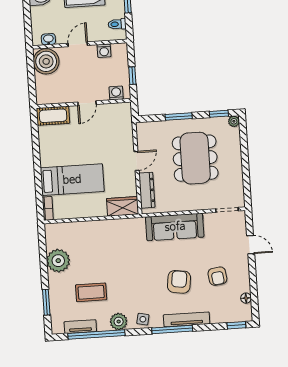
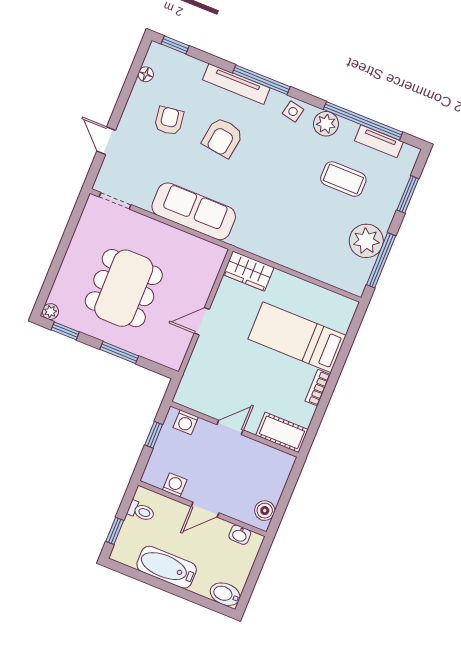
boiler: (46, 61) -> (265, 511), width x0.54, depth x0.54
dresser: (147, 190) -> (207, 277), removed
bookcase: (48, 208) -> (318, 388), moved
window: (43, 253) -> (381, 260), added

